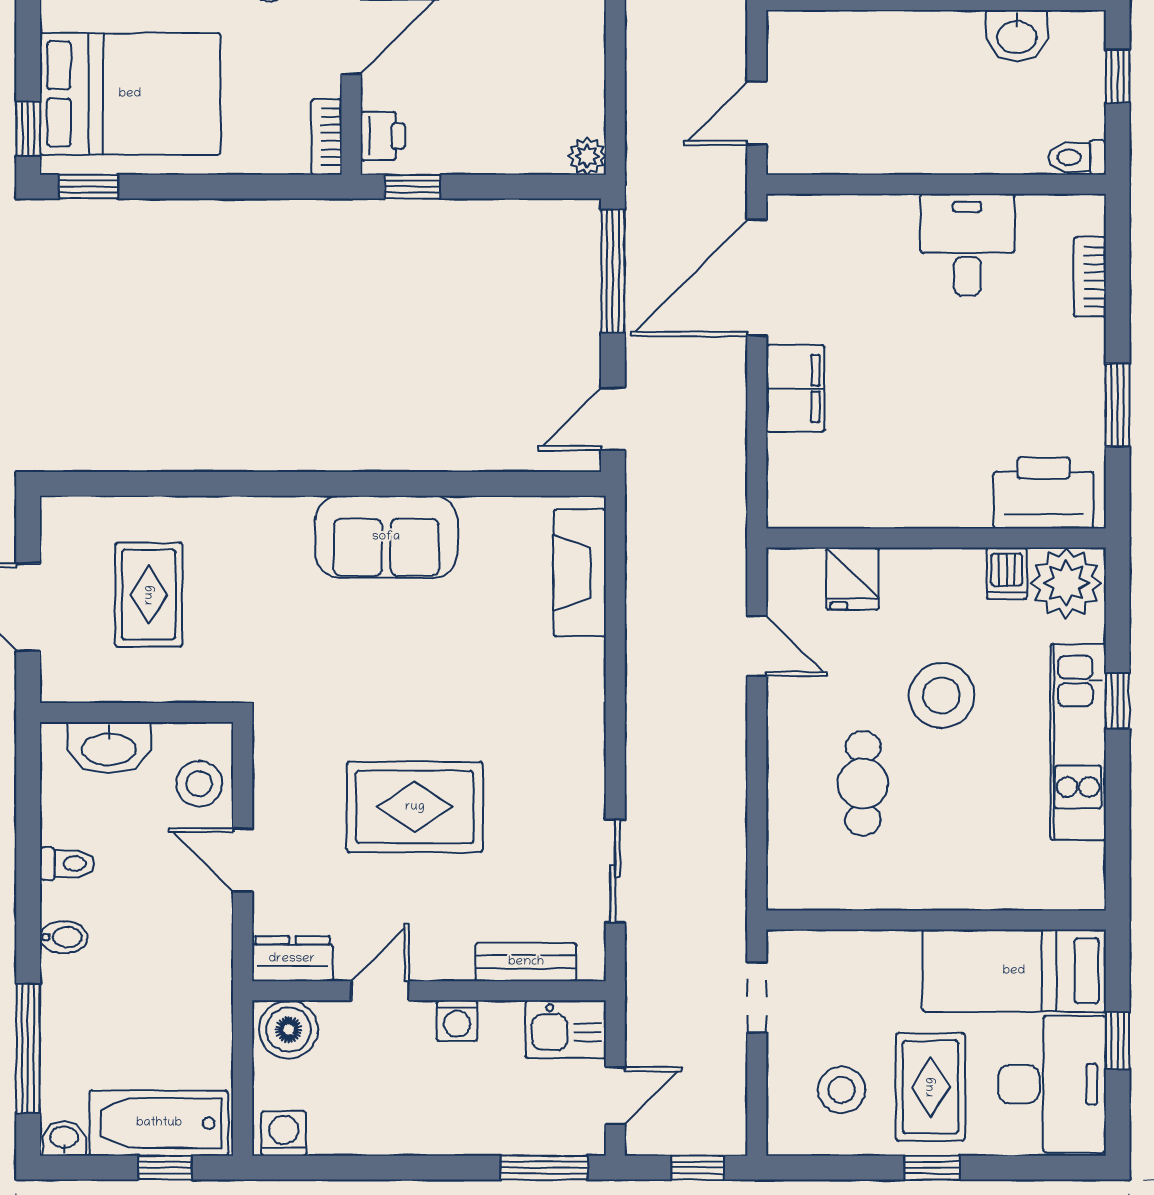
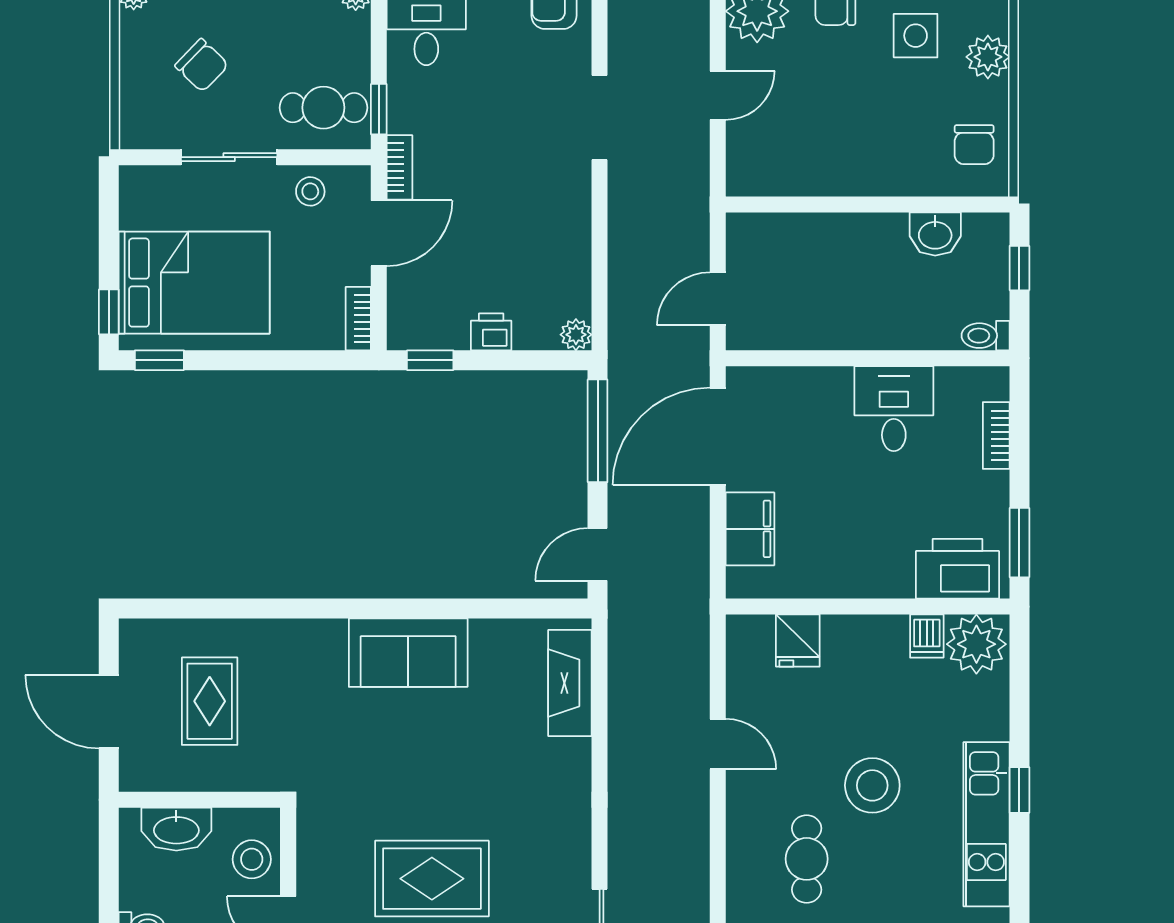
printer: (383, 136) -> (491, 332), moved, turned -90
printer: (1043, 493) -> (957, 569), moved
wall: (936, 538) -> (868, 607), moved
dishwasher: (1007, 573) -> (927, 636), moved
fridge: (852, 579) -> (798, 641), moved
plant: (1066, 583) -> (976, 644), moved

